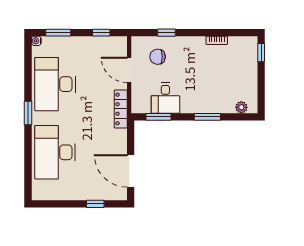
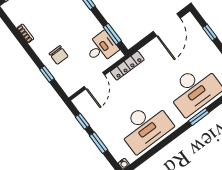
window: (58, 33) -> (99, 143), moved
chair: (158, 57) -> (59, 55), moved
desk: (165, 98) -> (101, 48), moved
window: (28, 113) -> (199, 117), moved

